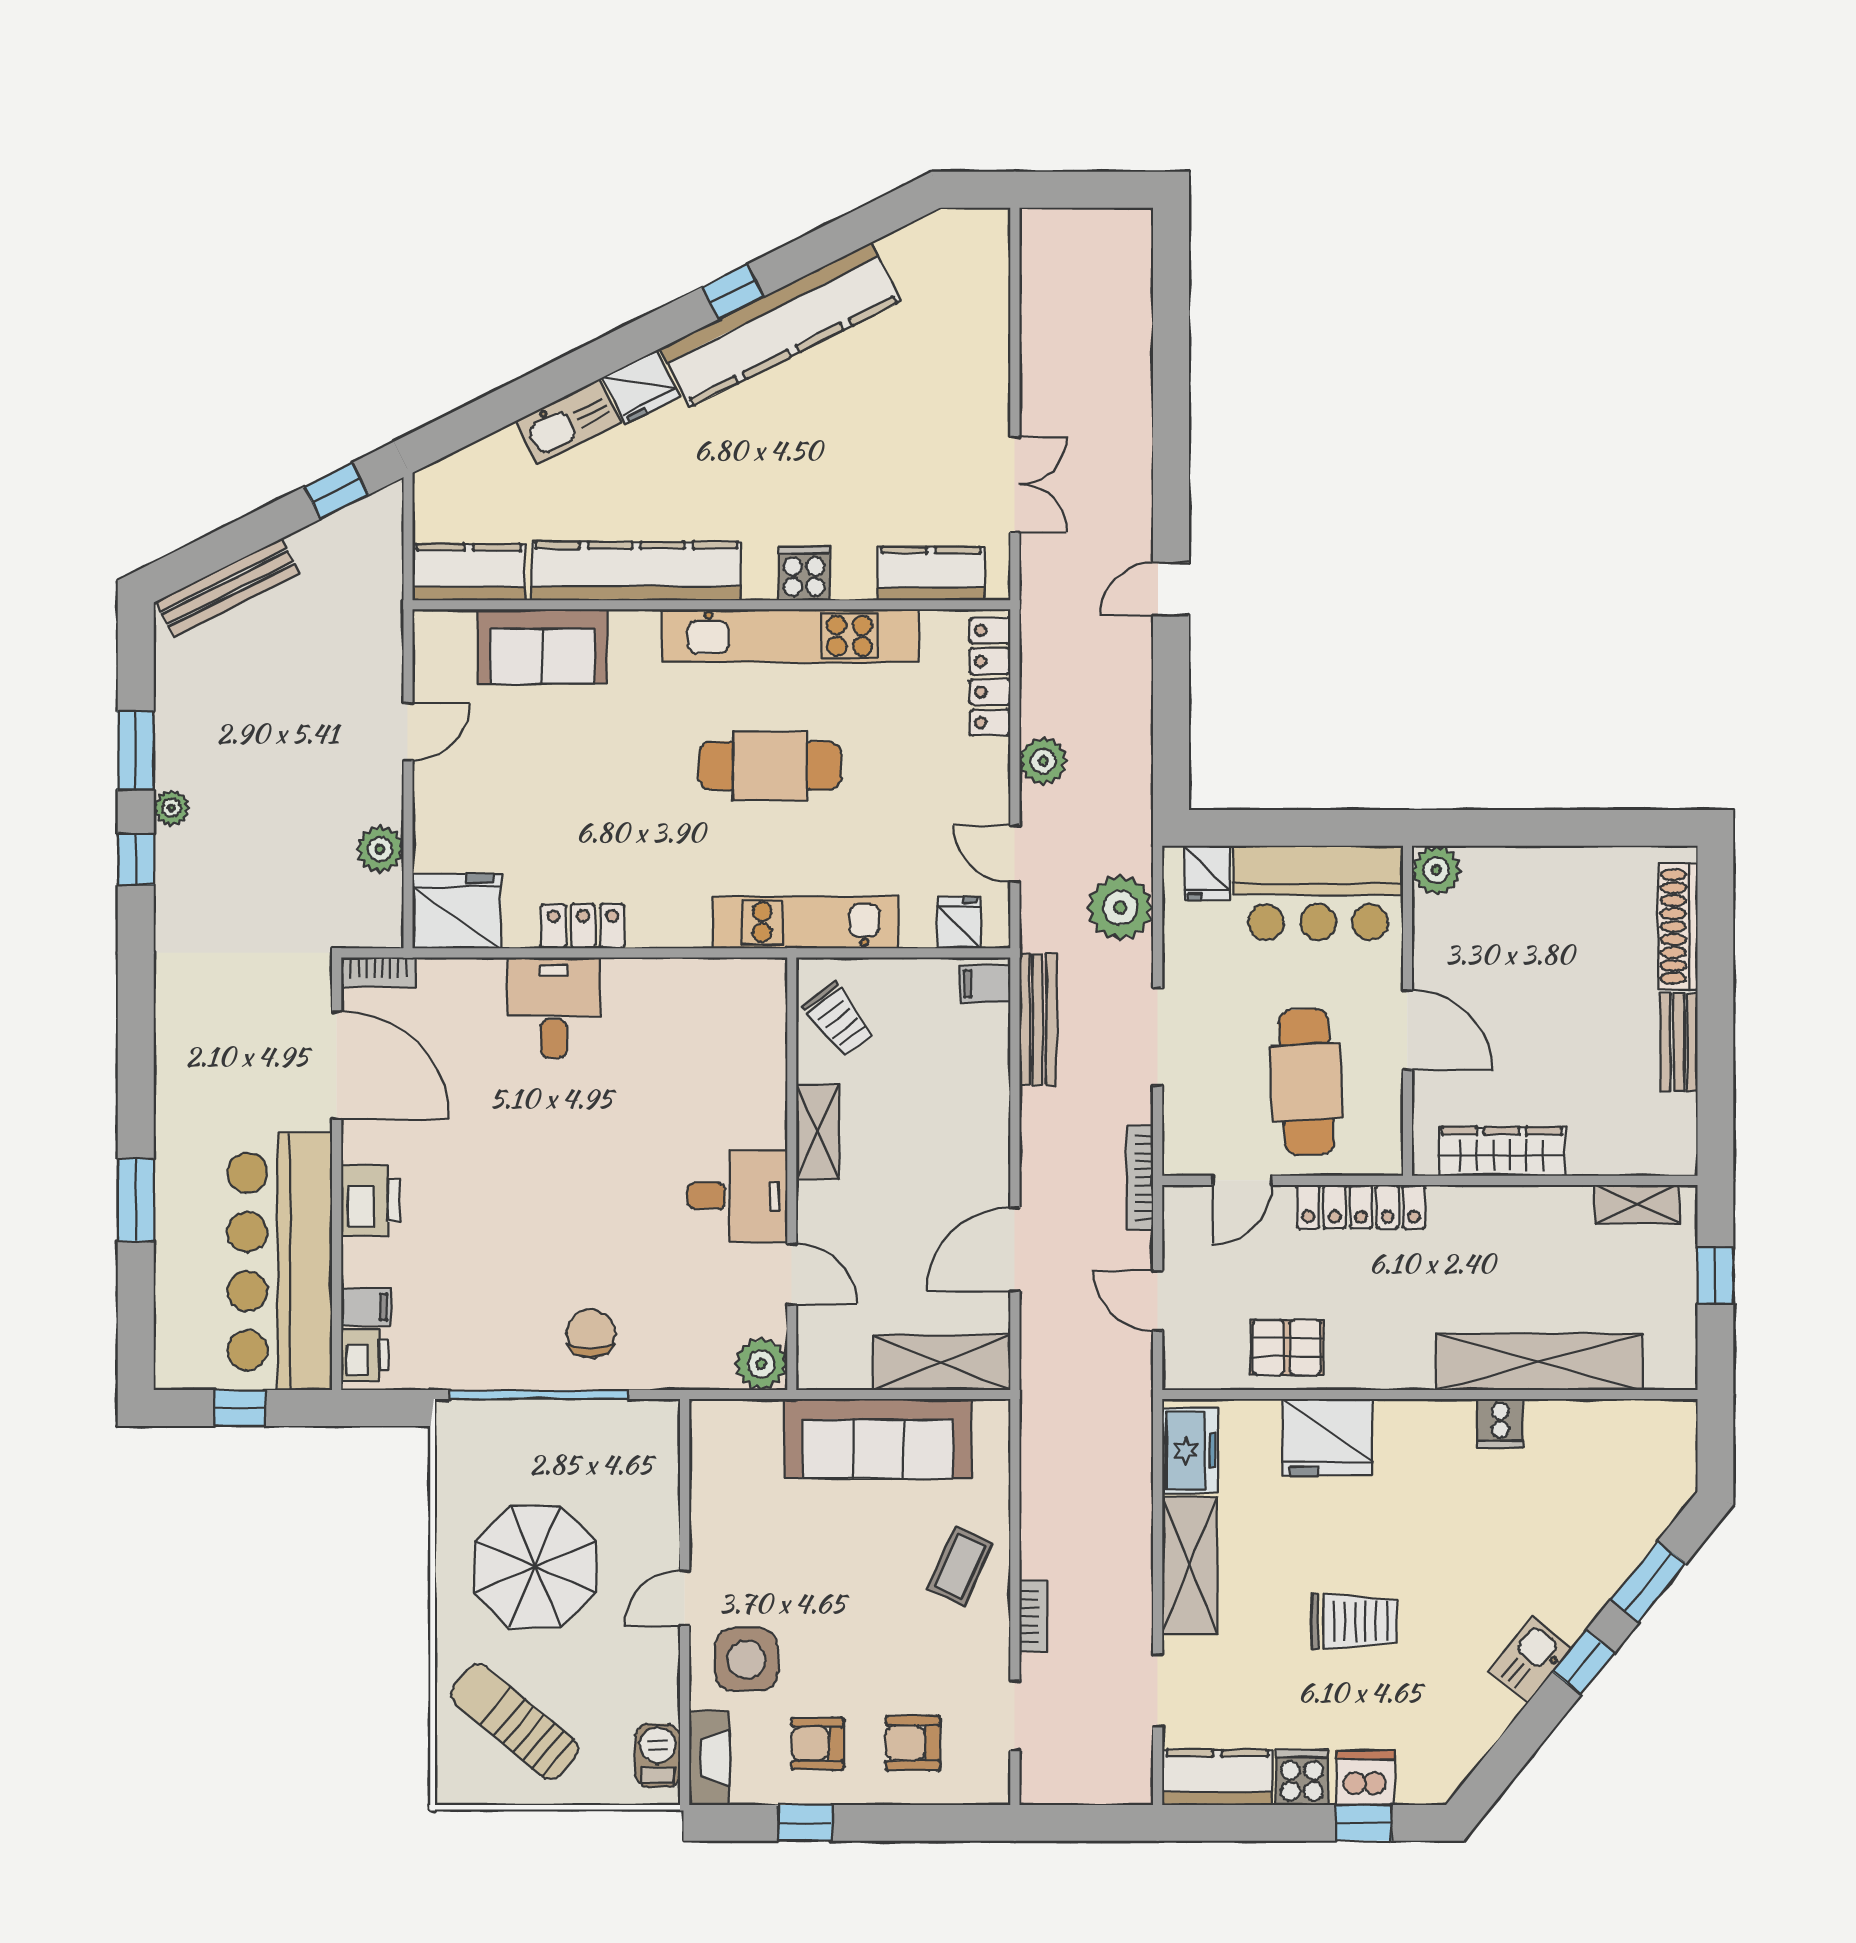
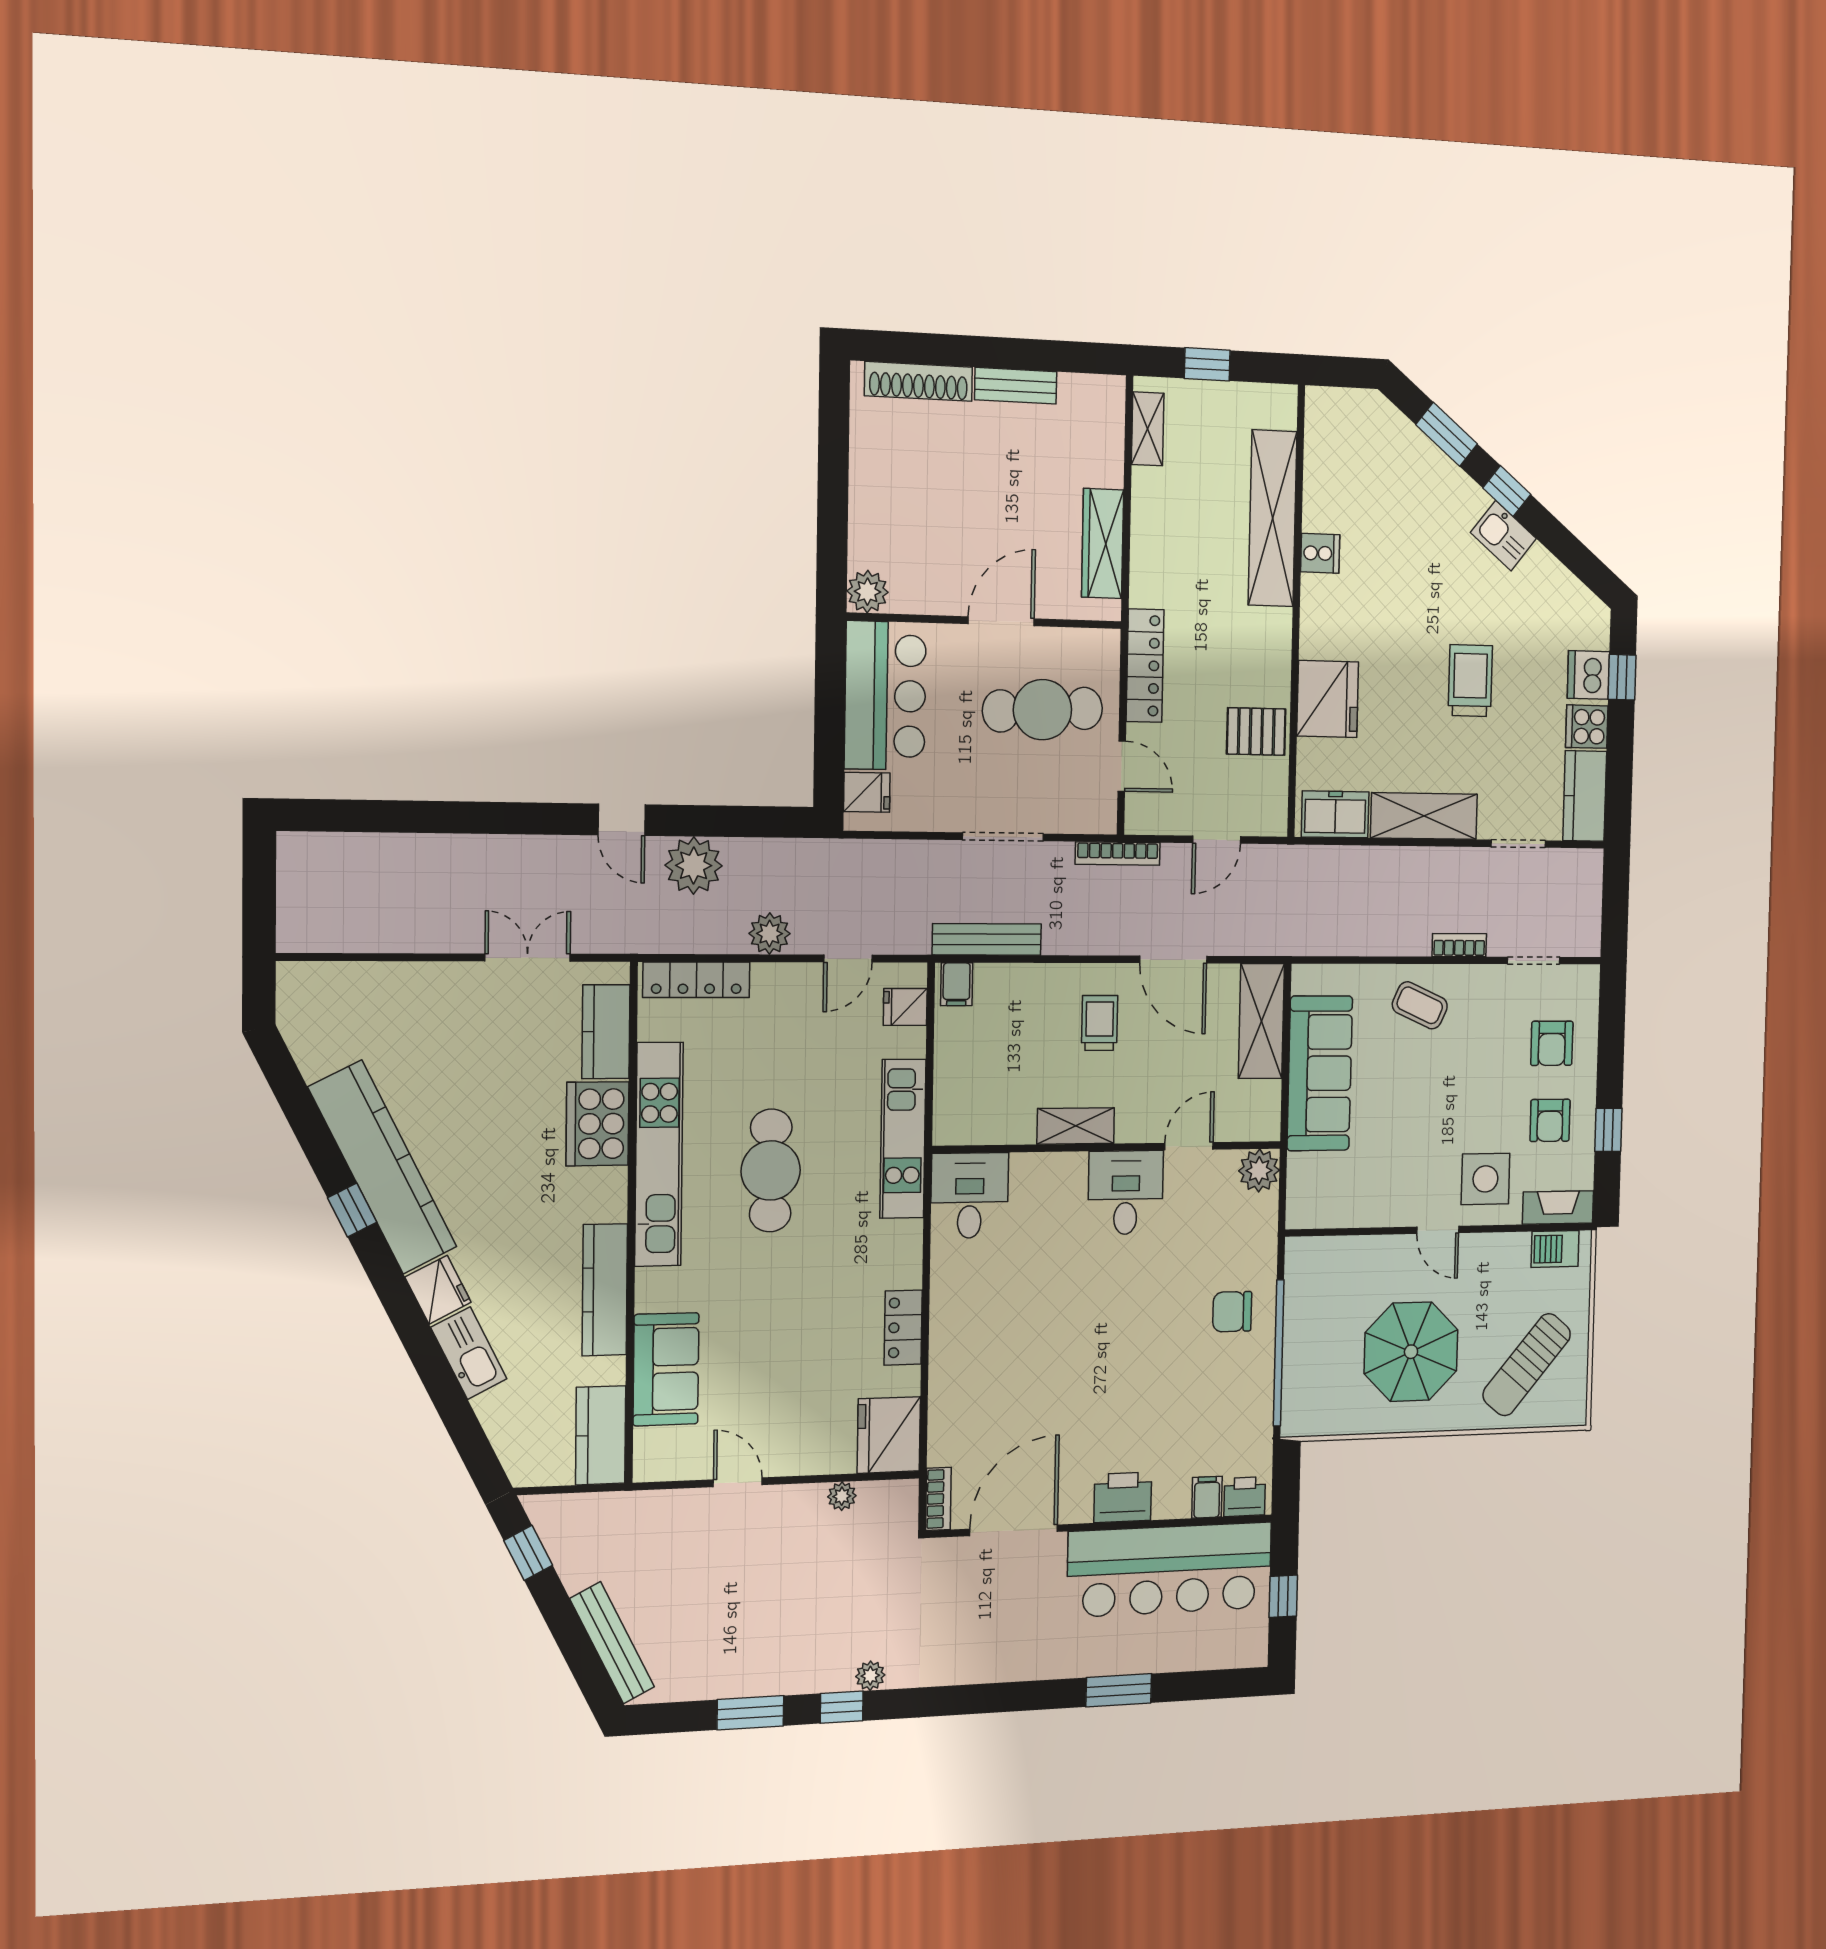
kitchen counter: (636, 571) -> (605, 1290), width x0.72, depth x0.86
cooker: (804, 573) -> (598, 1124), width x1.87, depth x1.31
plant: (171, 808) -> (870, 1676), moved
plant: (380, 849) -> (842, 1496), width x0.73, depth x0.73
plant: (1120, 908) -> (694, 865), moved
desk: (554, 1008) -> (970, 1196), moved, turned 90
trolley: (838, 1020) -> (1100, 1023), moved, turned -52
pallet: (1287, 1347) -> (1256, 731), turned 90

